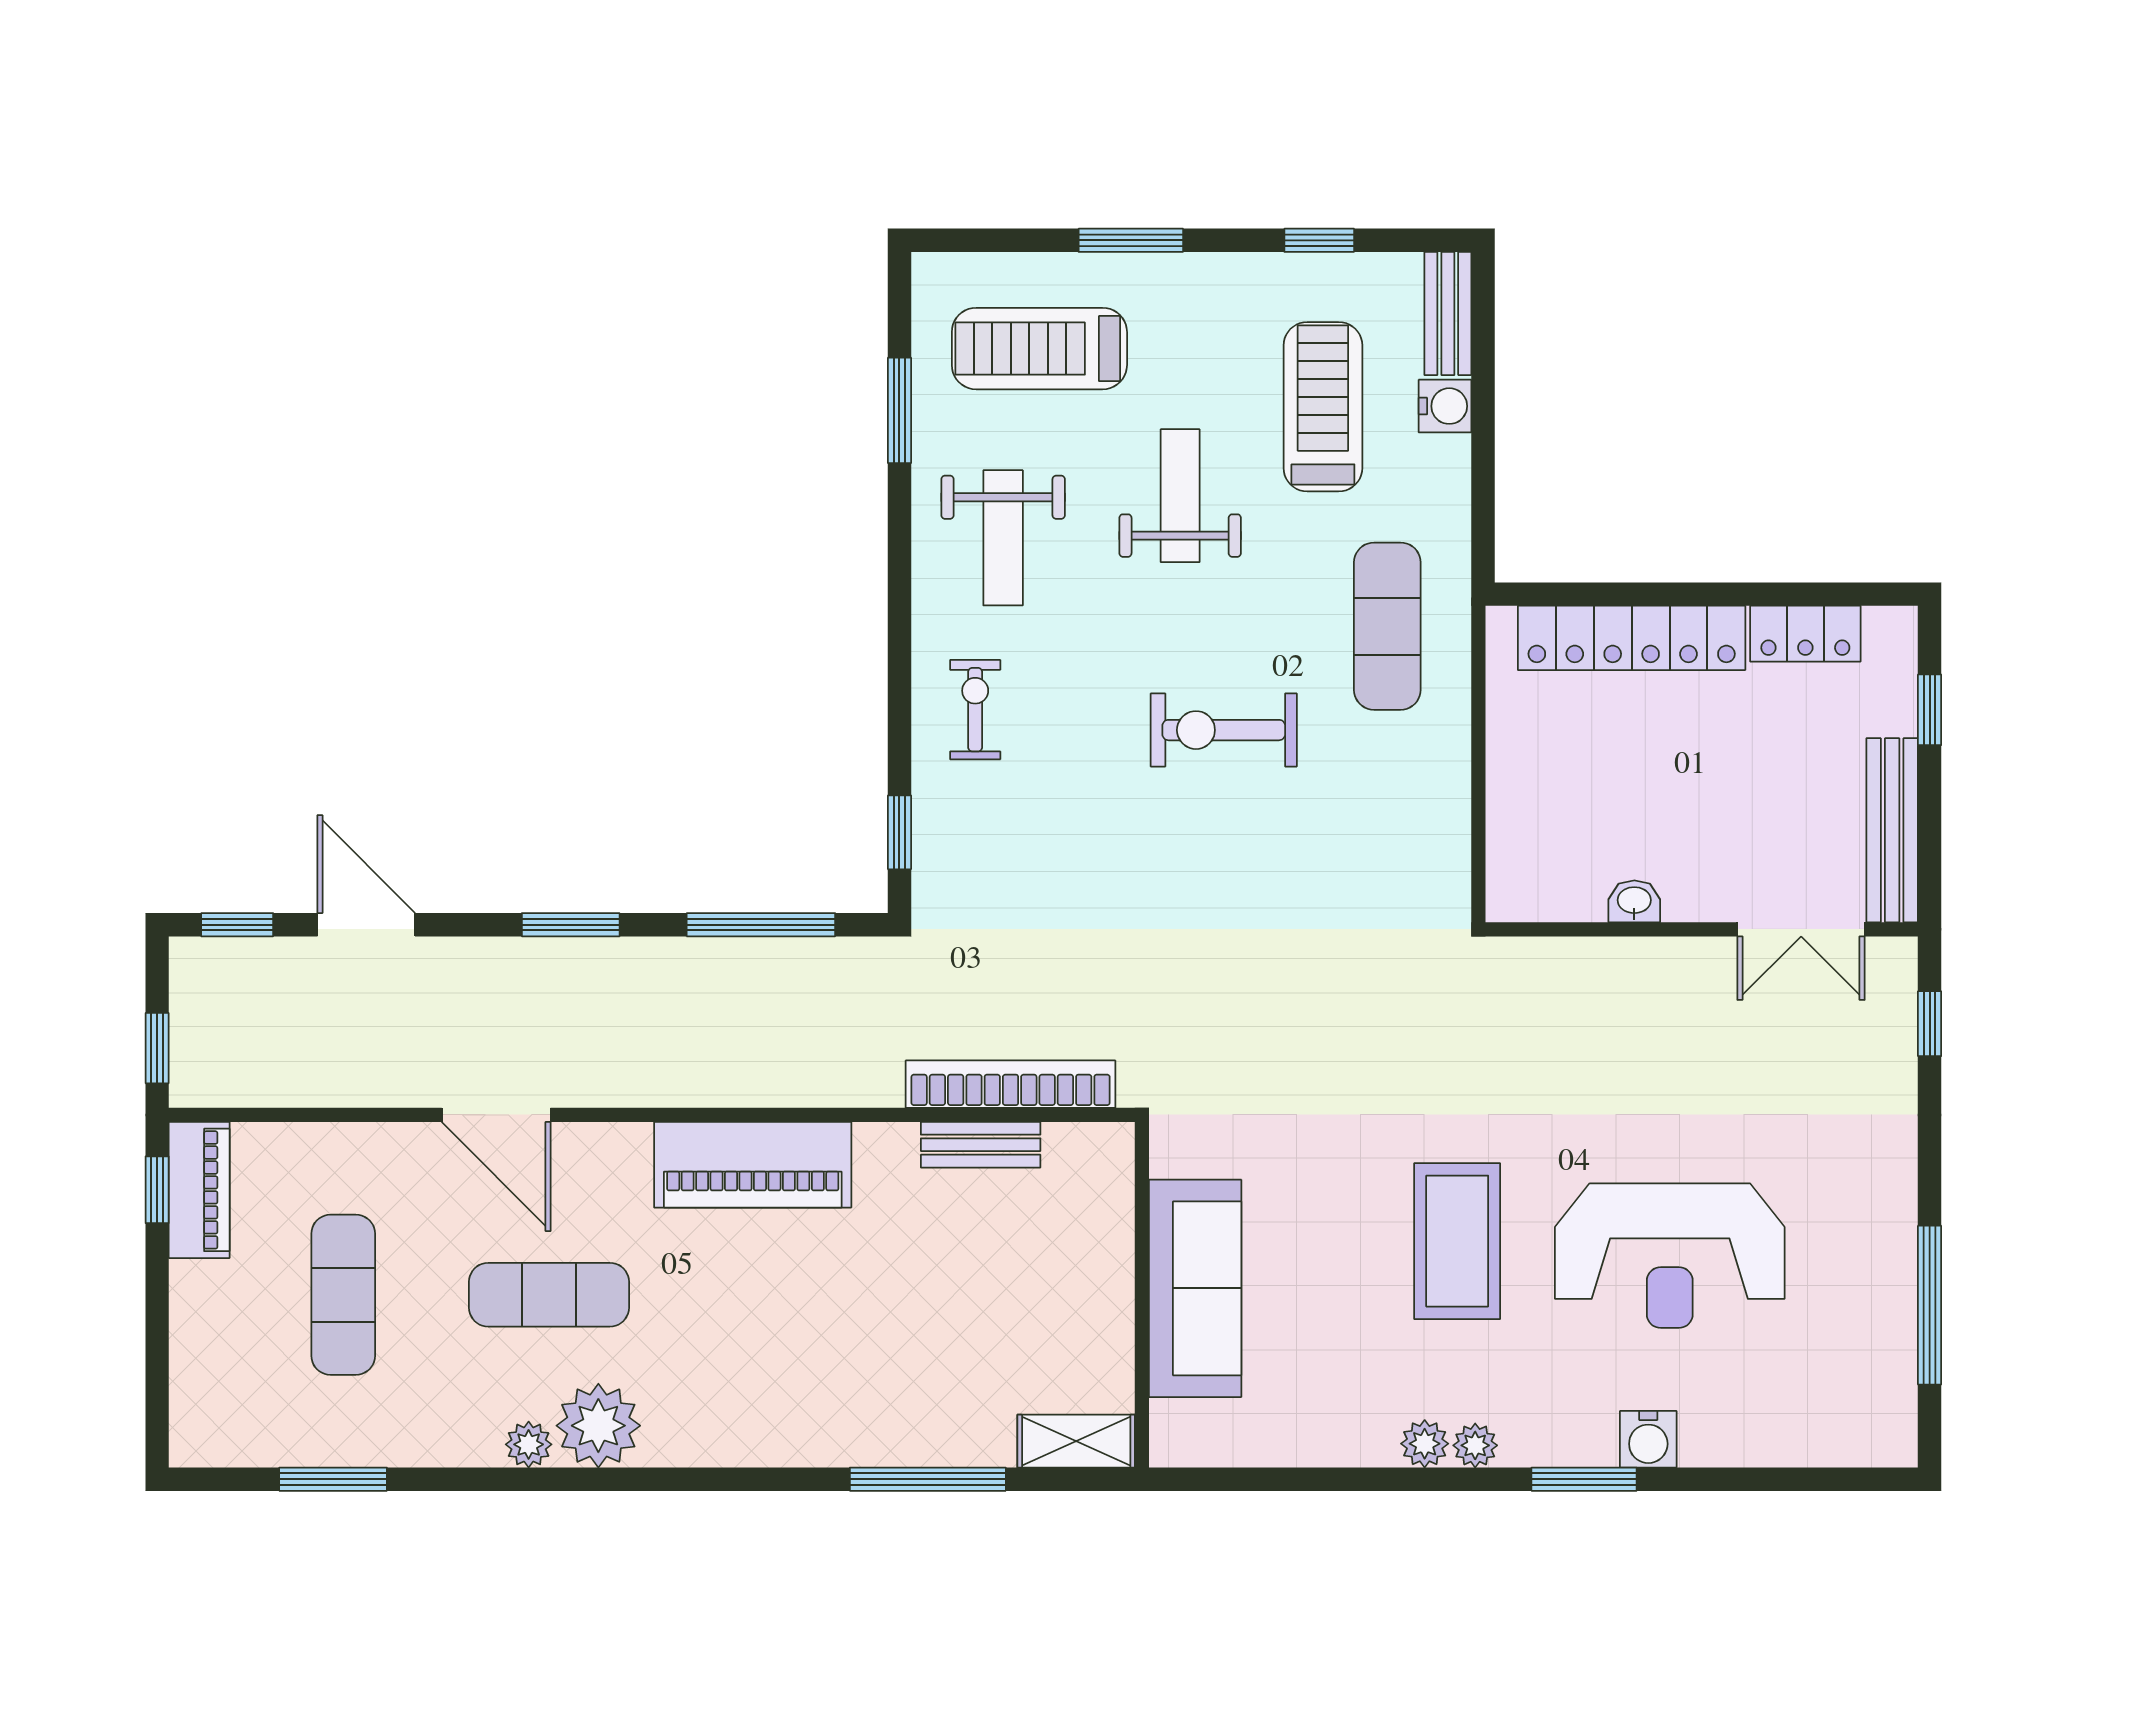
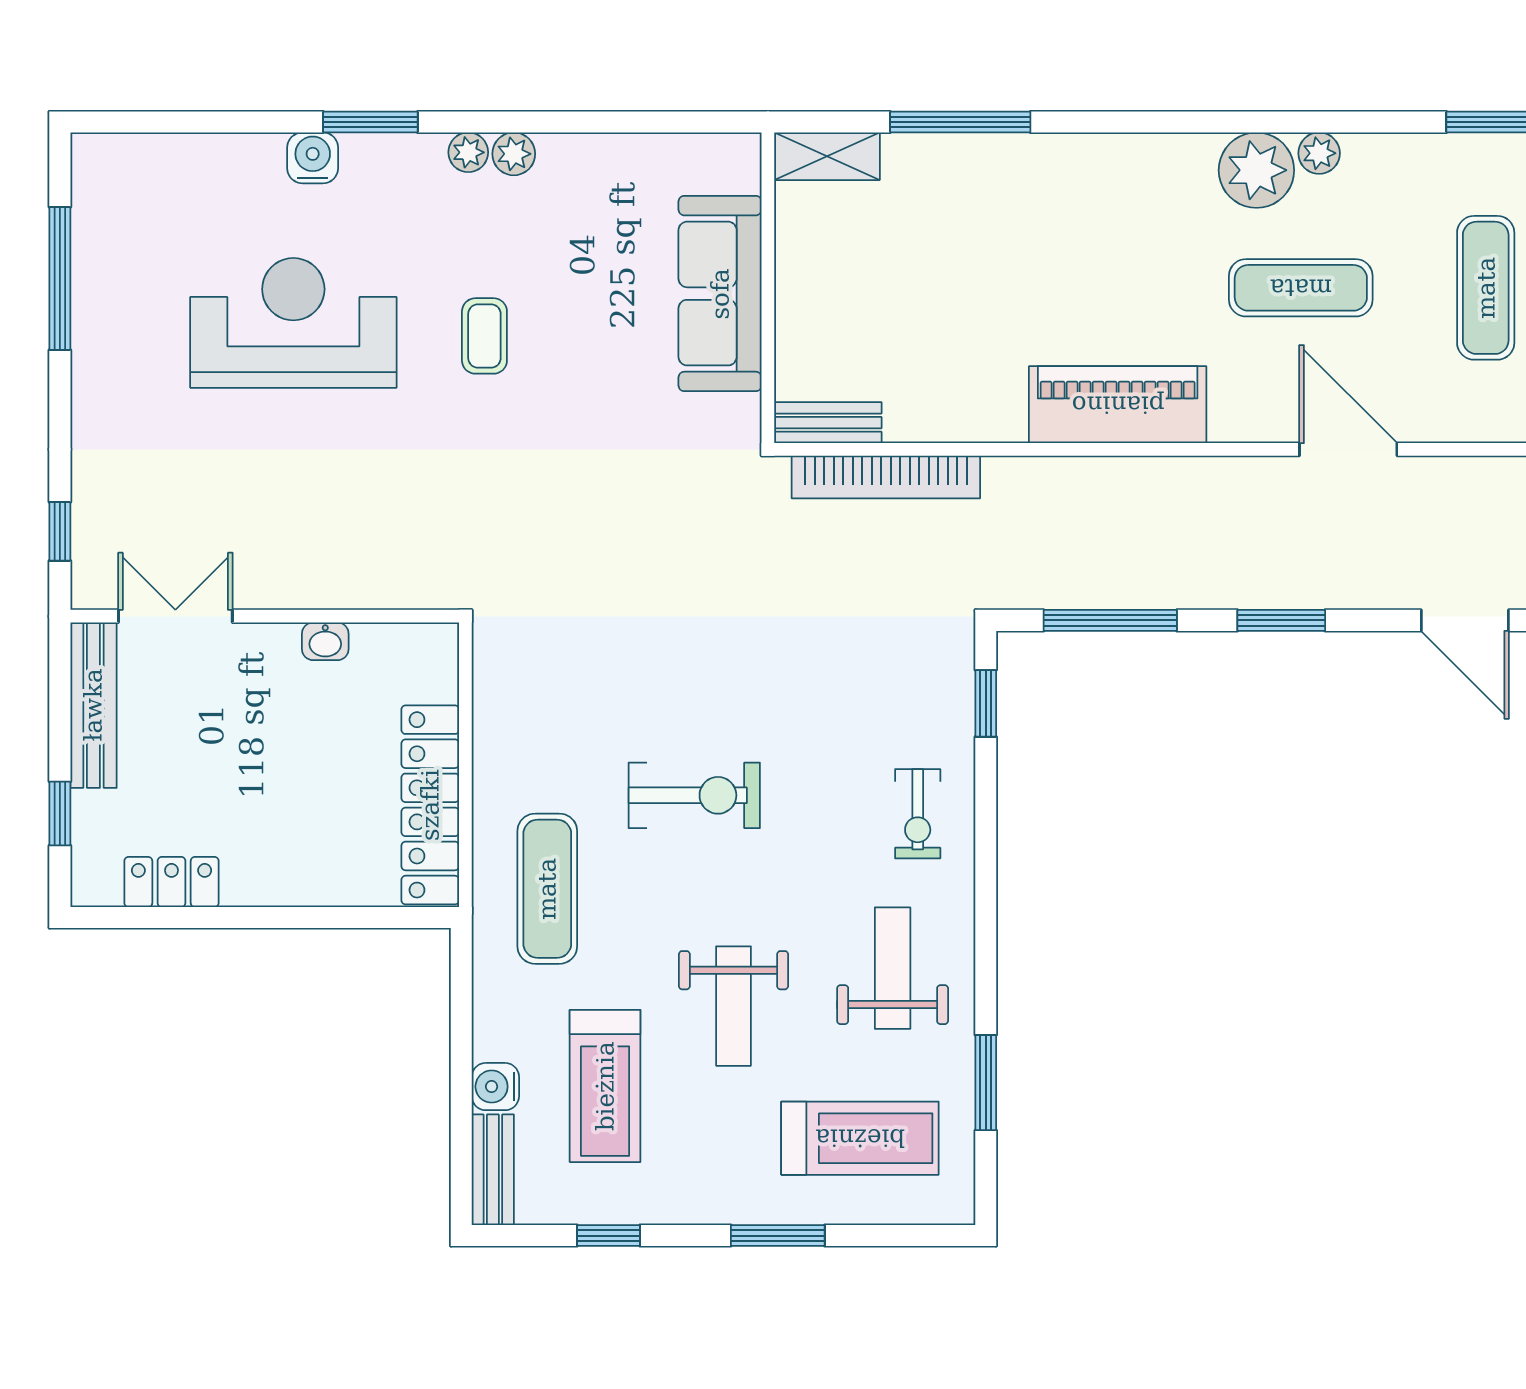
locker: (1632, 638) -> (430, 805), moved, turned -90
bench: (981, 1145) -> (828, 423), moved
coffee table: (1457, 1241) -> (484, 336), width x0.54, depth x0.58

